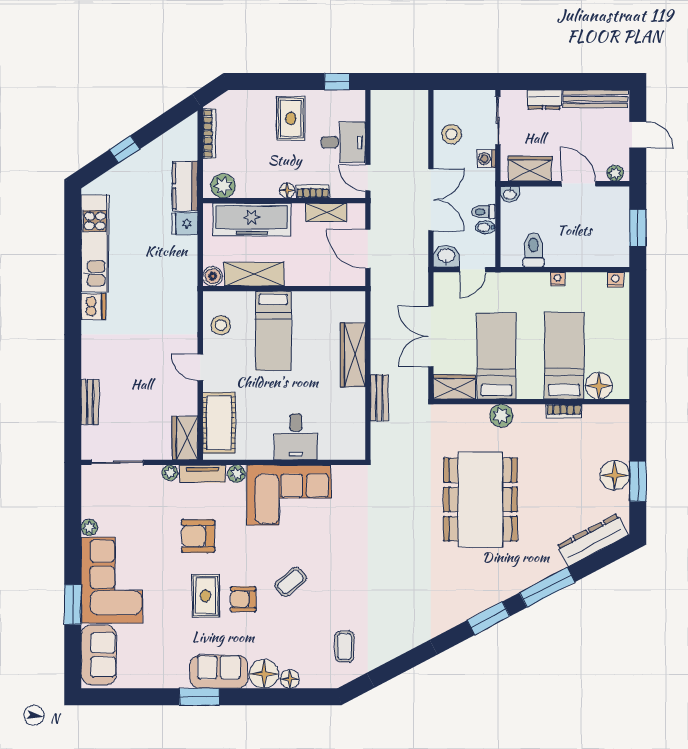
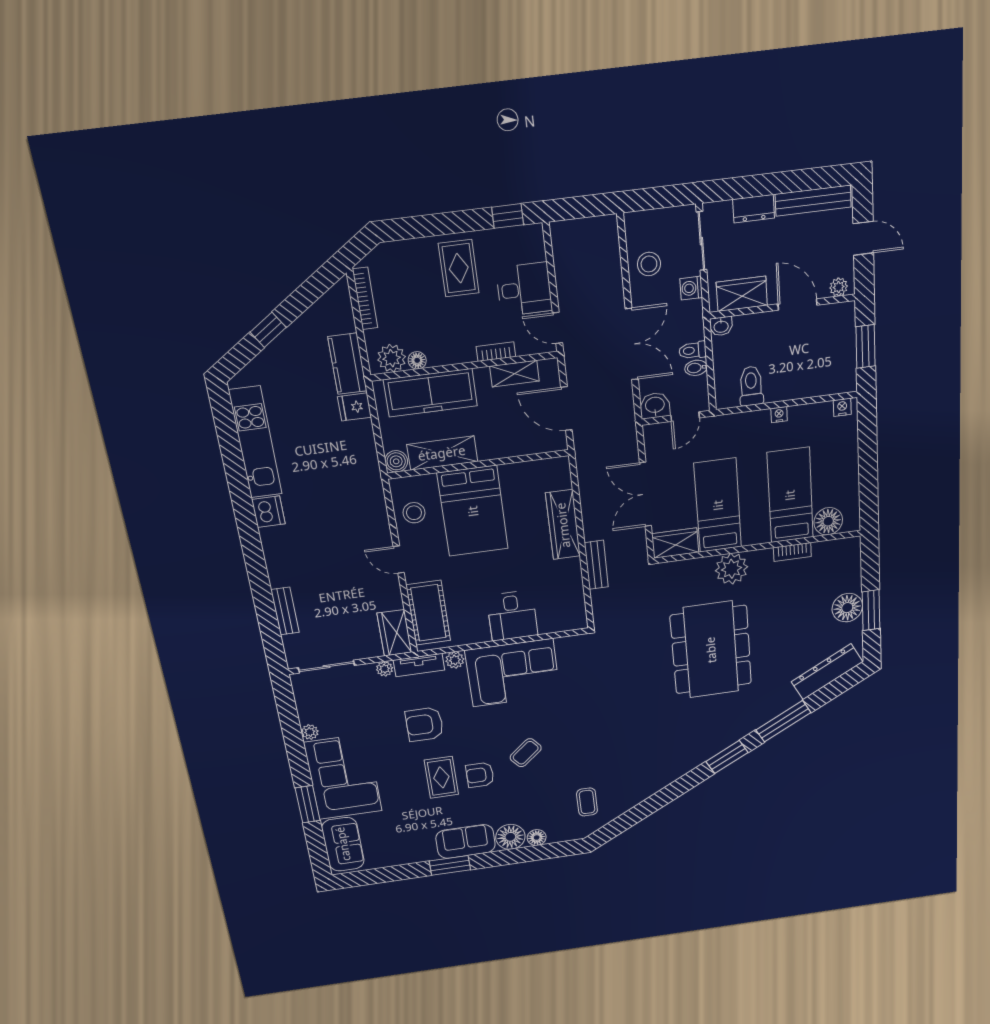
floor lamp: (287, 190) -> (417, 360), moved
bed: (273, 331) -> (473, 511), width x1.50
plant: (501, 416) -> (732, 569), width x1.36, depth x1.36

